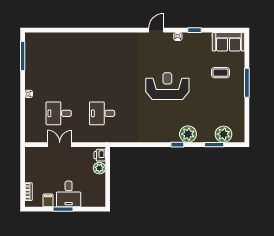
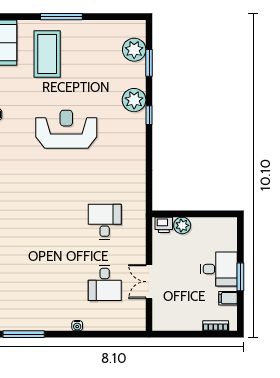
coffee table: (221, 73) -> (47, 54), width x1.86, depth x1.72
reception desk: (167, 86) -> (66, 129), turned 90
desk: (102, 113) -> (105, 222), turned 180

